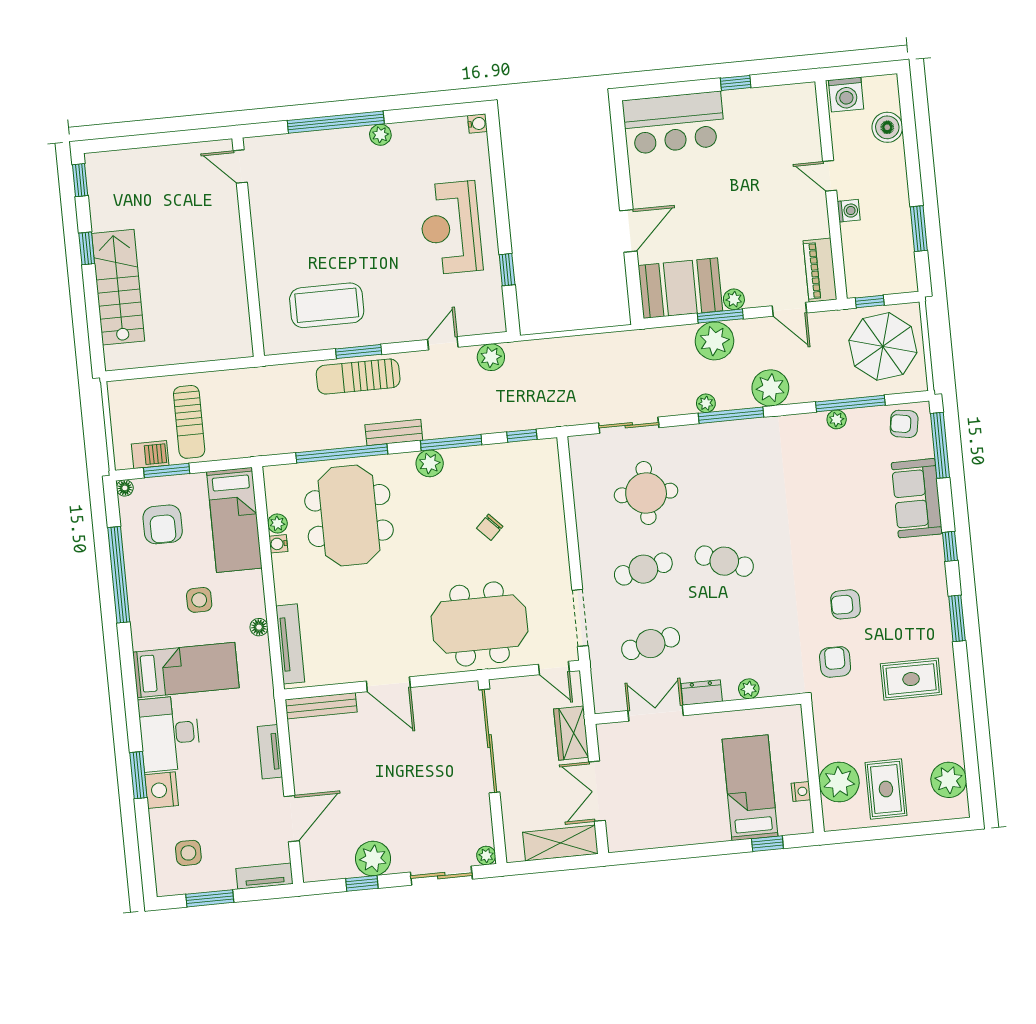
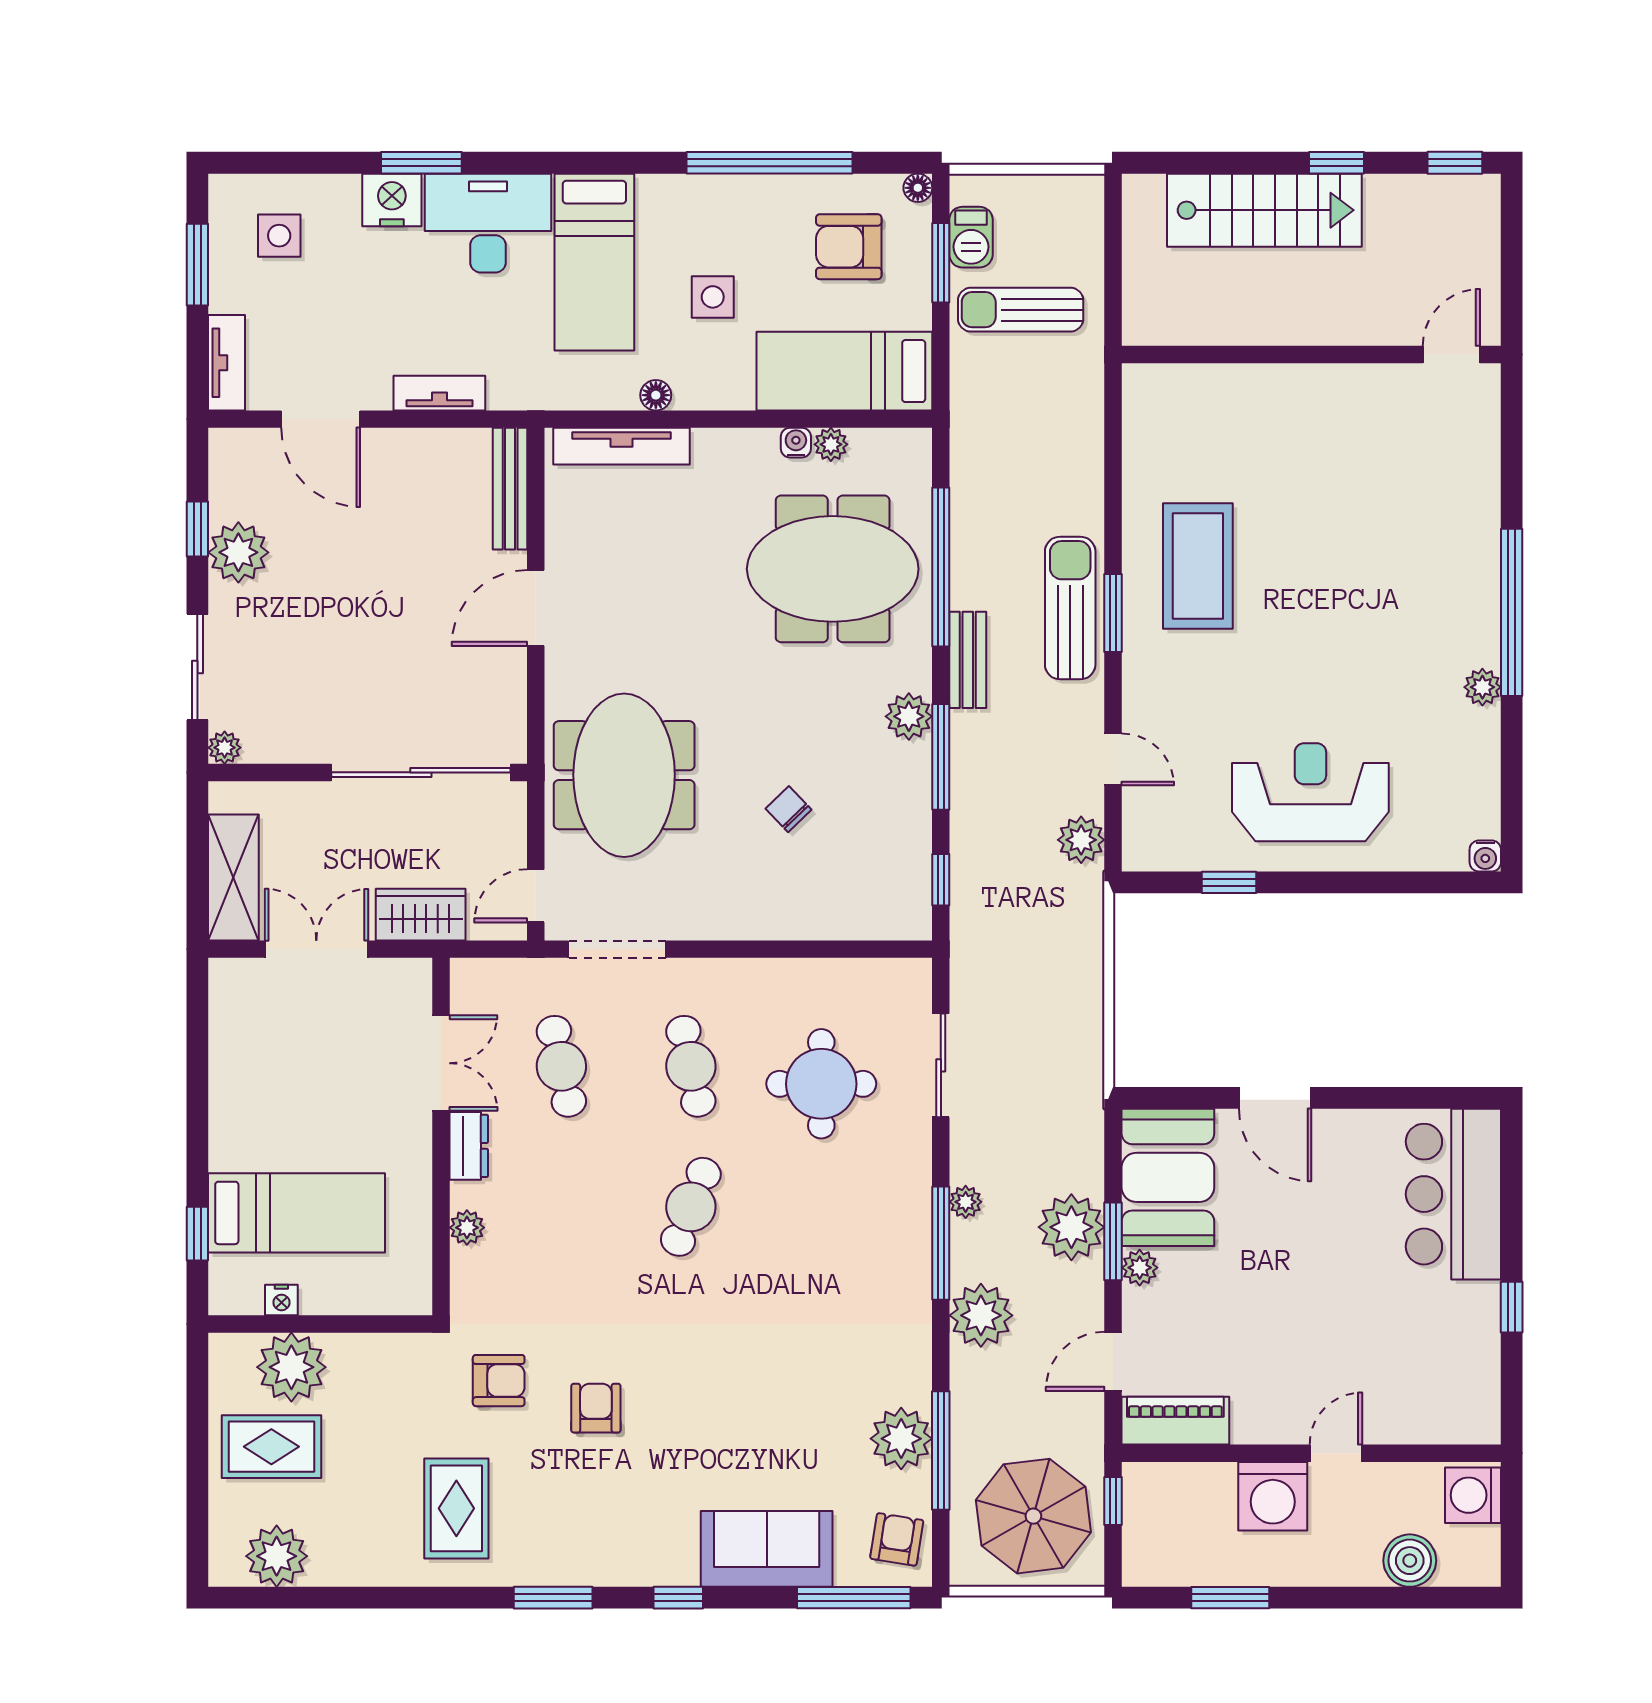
door: (240, 167) -> (1451, 354), moved
washing machine: (849, 211) -> (1273, 1496), width x1.89, depth x1.89
wall: (248, 247) -> (1311, 354), moved
plant: (837, 419) -> (901, 1439), width x1.88, depth x1.88

